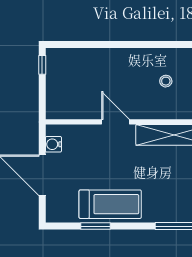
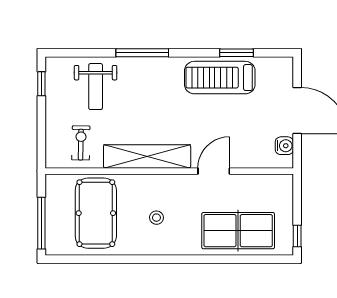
table tennis table: (94, 70) -> (238, 231), added
door: (116, 122) -> (214, 171), swing flipped

